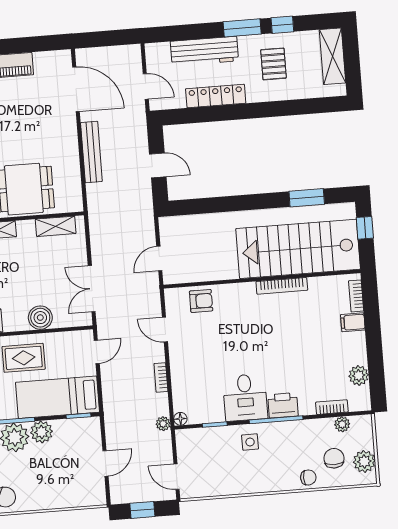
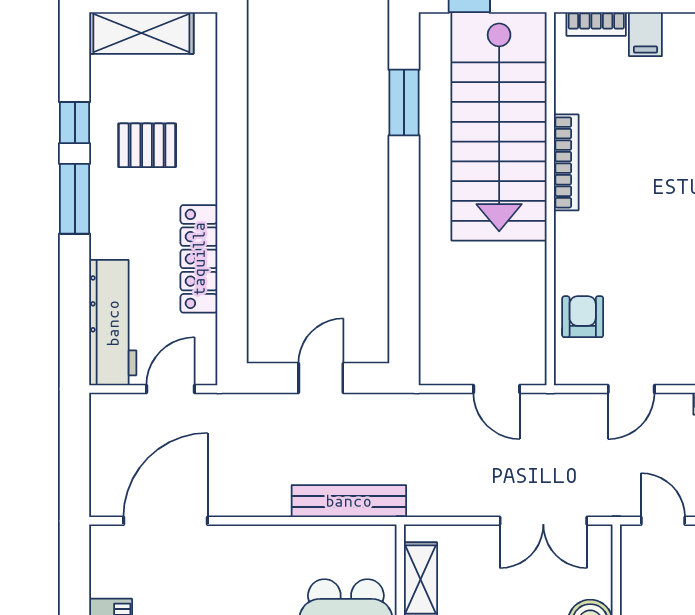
workbench: (204, 51) -> (113, 323), moved
bench: (91, 152) -> (349, 501), moved

